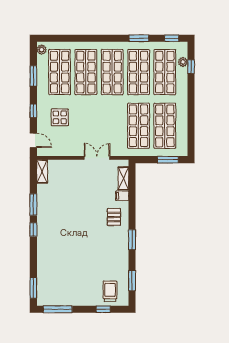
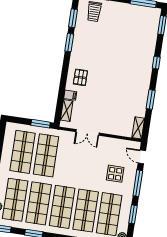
window: (33, 111) -> (138, 183), width x2.17
window: (168, 160) -> (41, 124), moved
window: (33, 230) -> (156, 63), moved
window: (132, 240) -> (69, 43), moved

